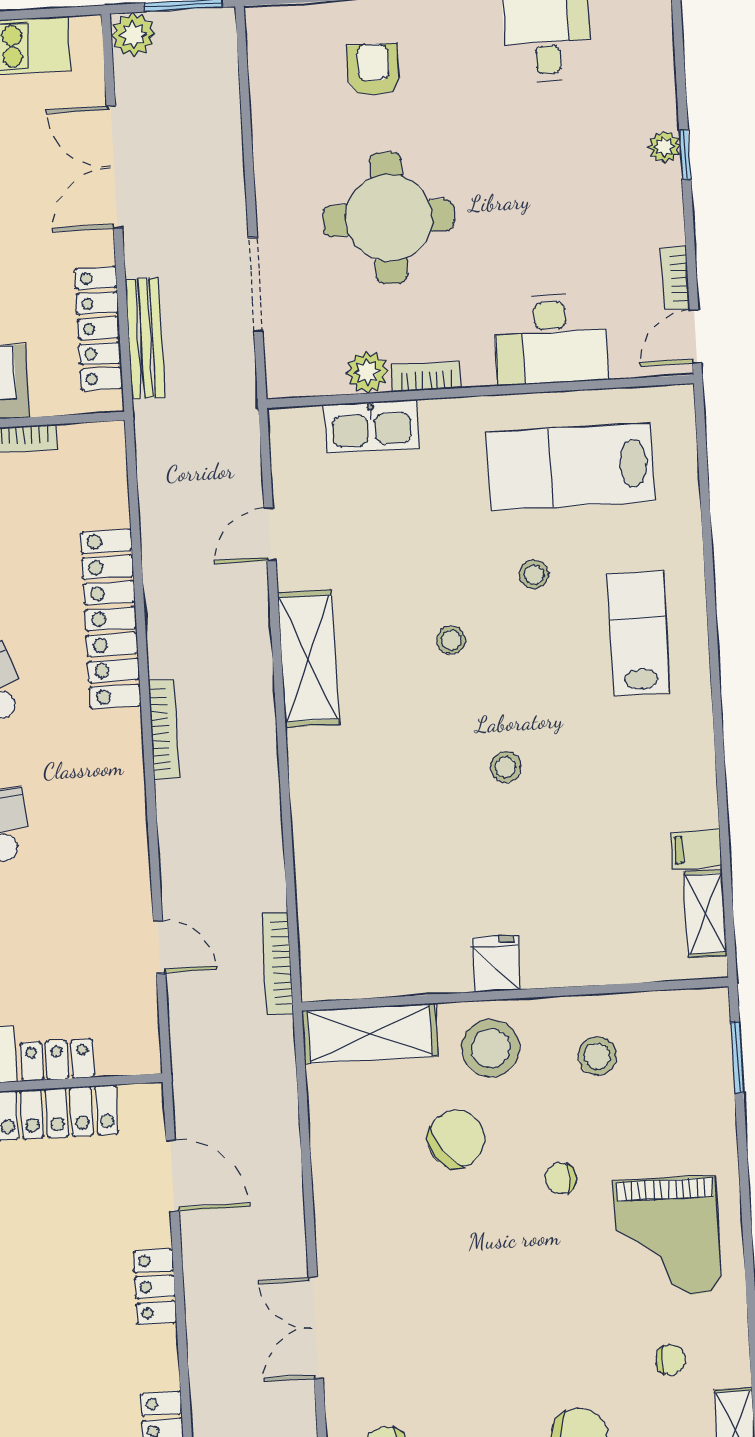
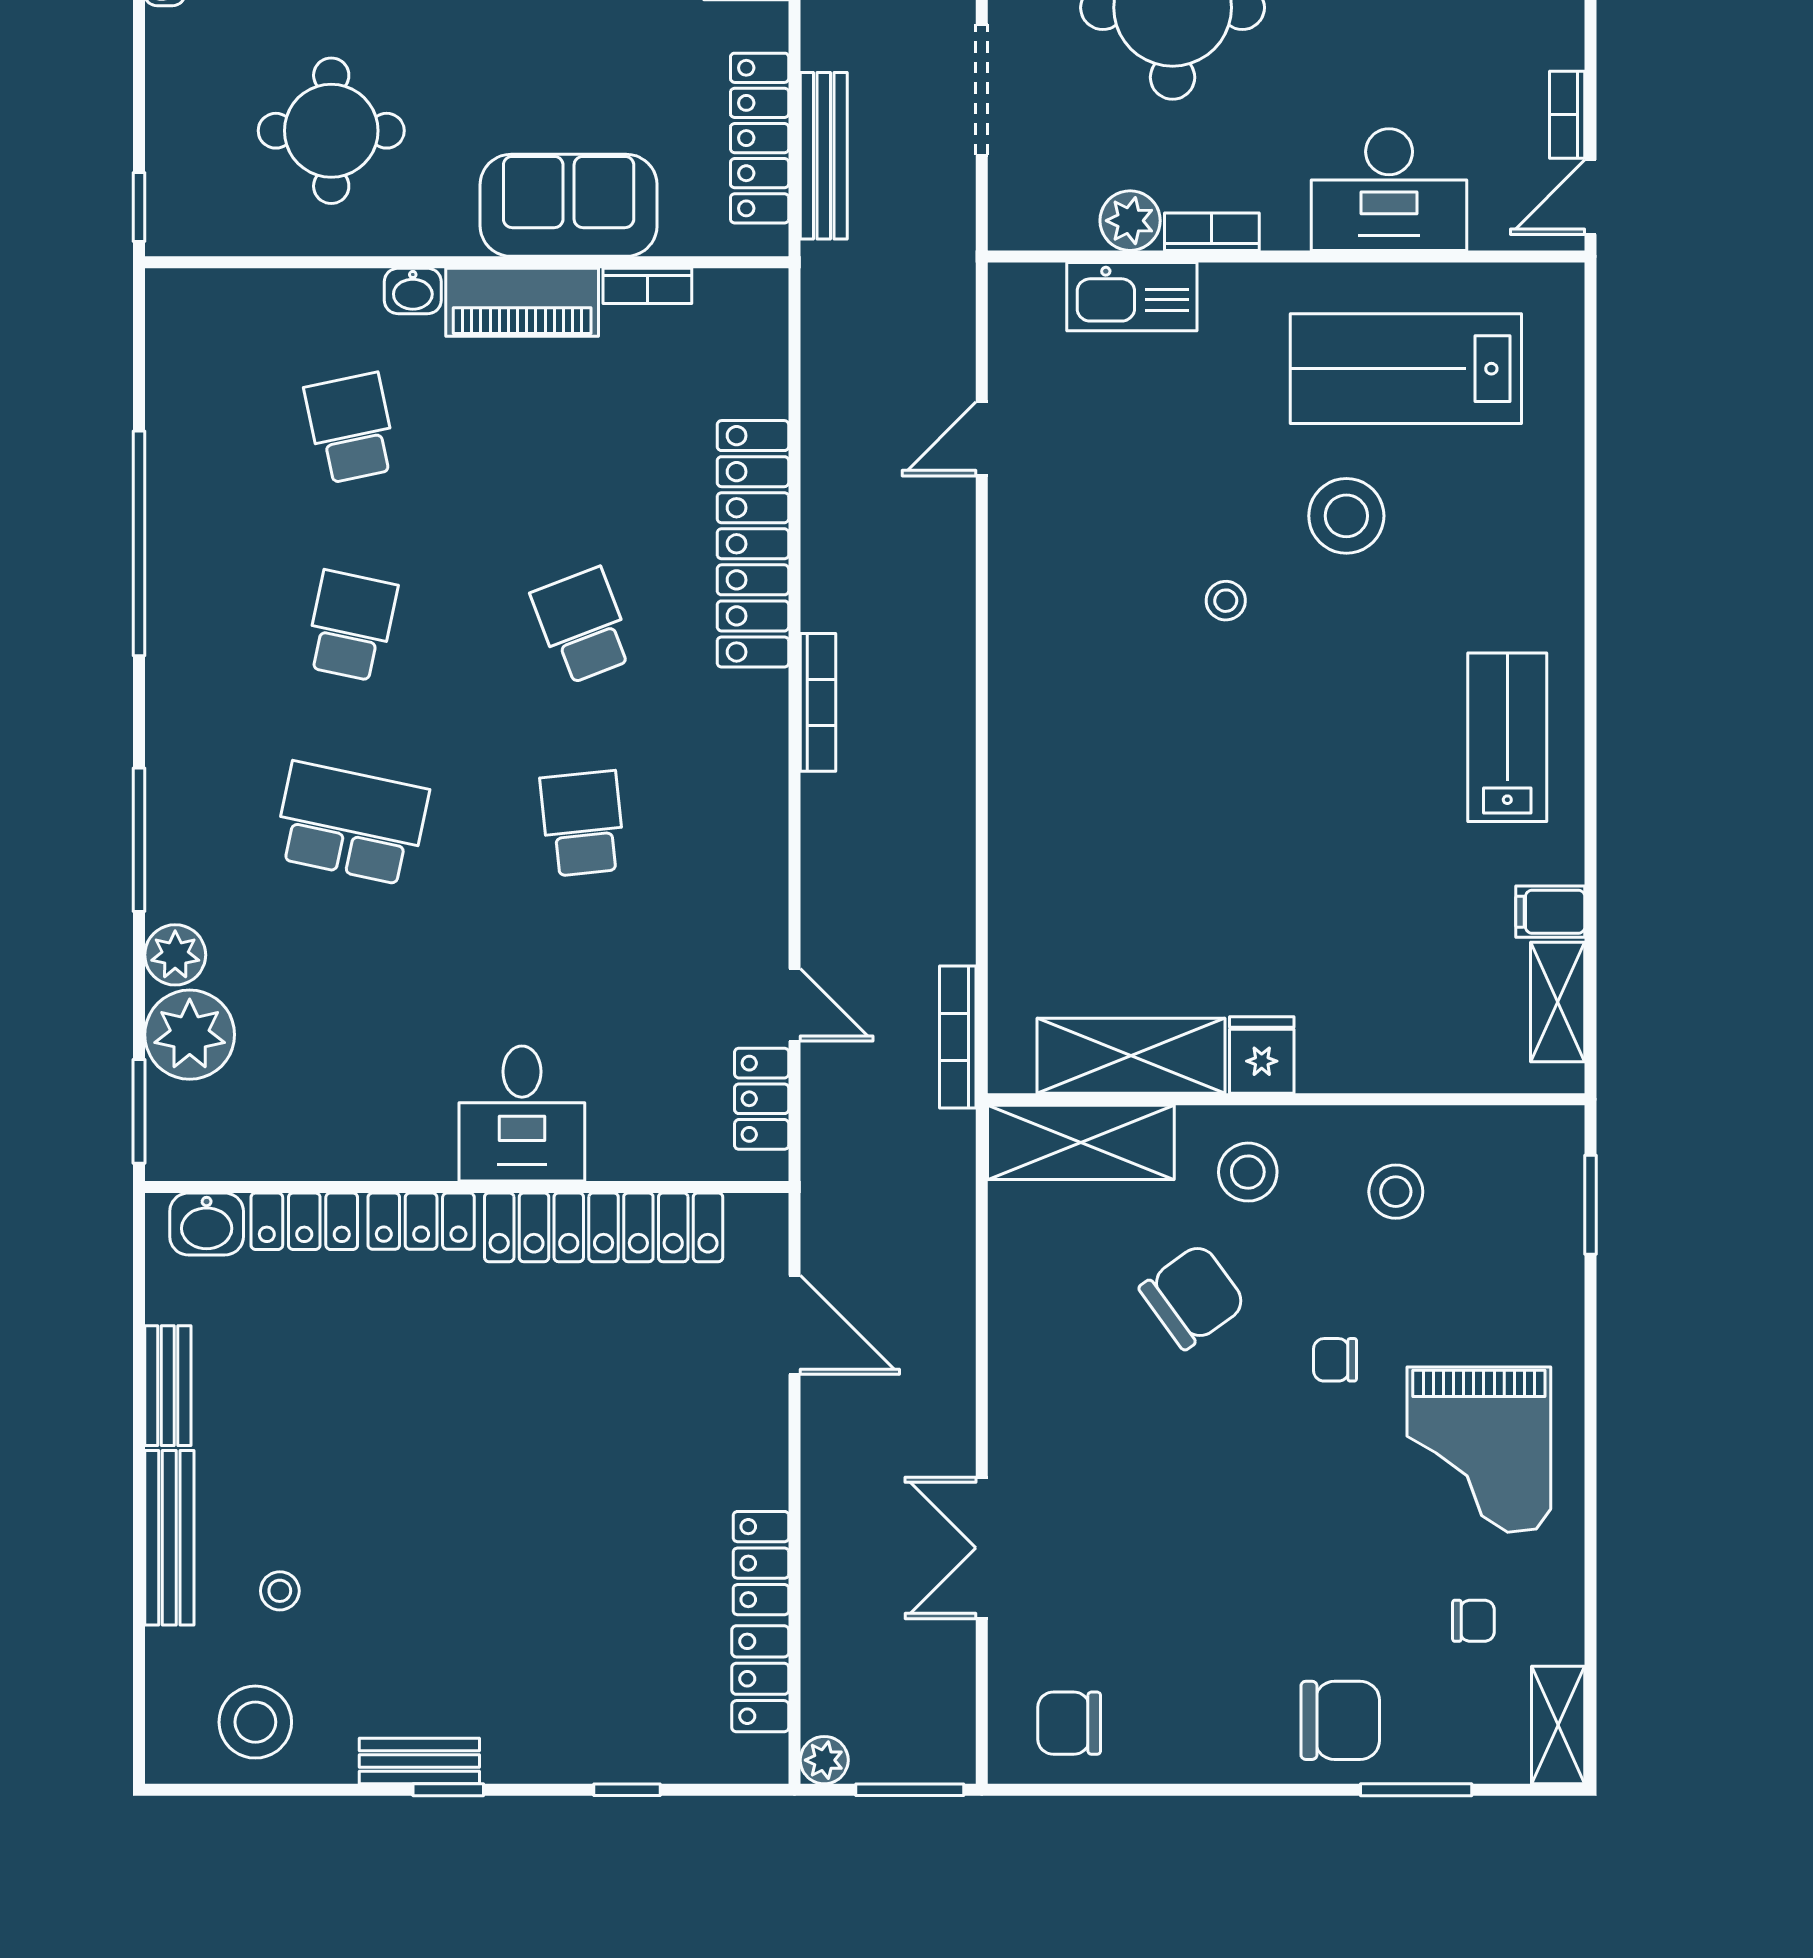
stool: (534, 574) -> (1346, 516), width x1.89, depth x1.89
lab bench: (639, 633) -> (1507, 737), moved
shelving: (308, 659) -> (1131, 1056), moved, turned 90
stool: (506, 767) -> (1292, 782), removed
stool: (491, 1048) -> (1248, 1172), width x0.73, depth x0.73
locker: (57, 1060) -> (762, 1099), moved, turned -90
locker: (155, 1287) -> (761, 1563), moved

